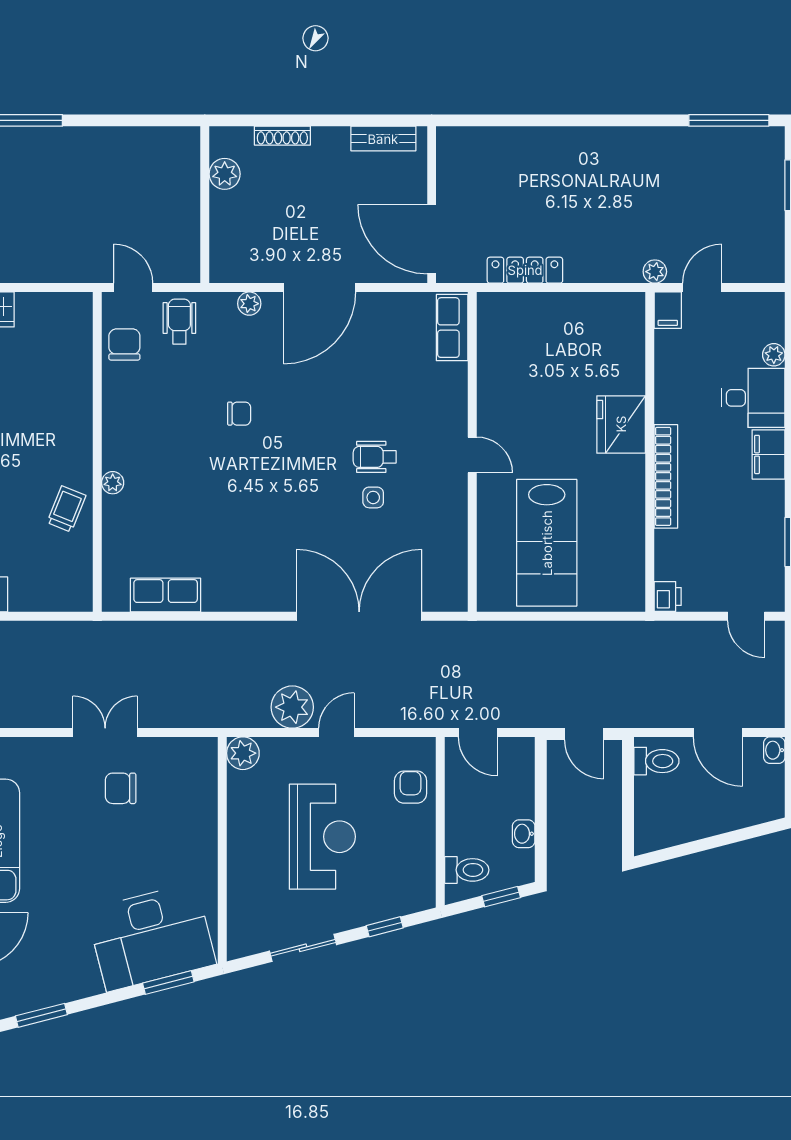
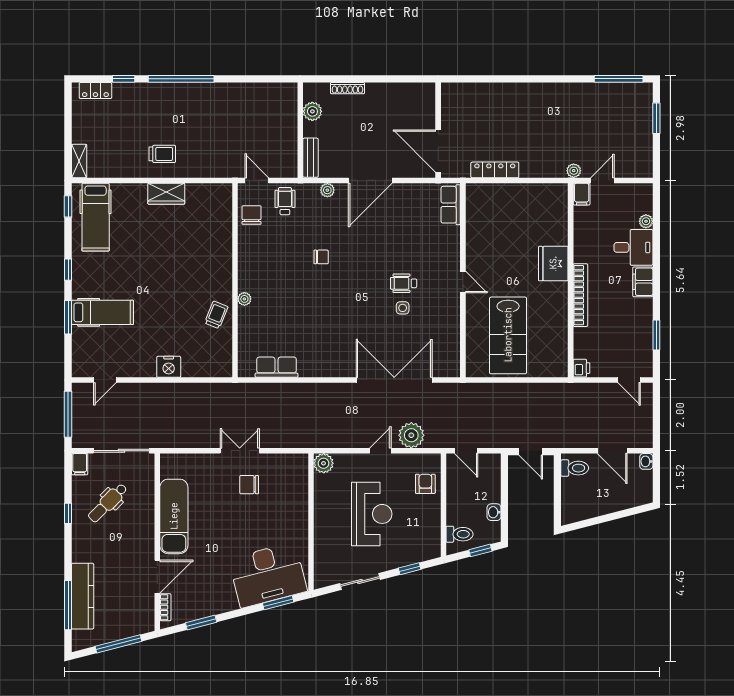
bench: (383, 139) -> (311, 158), moved, turned 90
plant: (292, 707) -> (411, 435), moved

